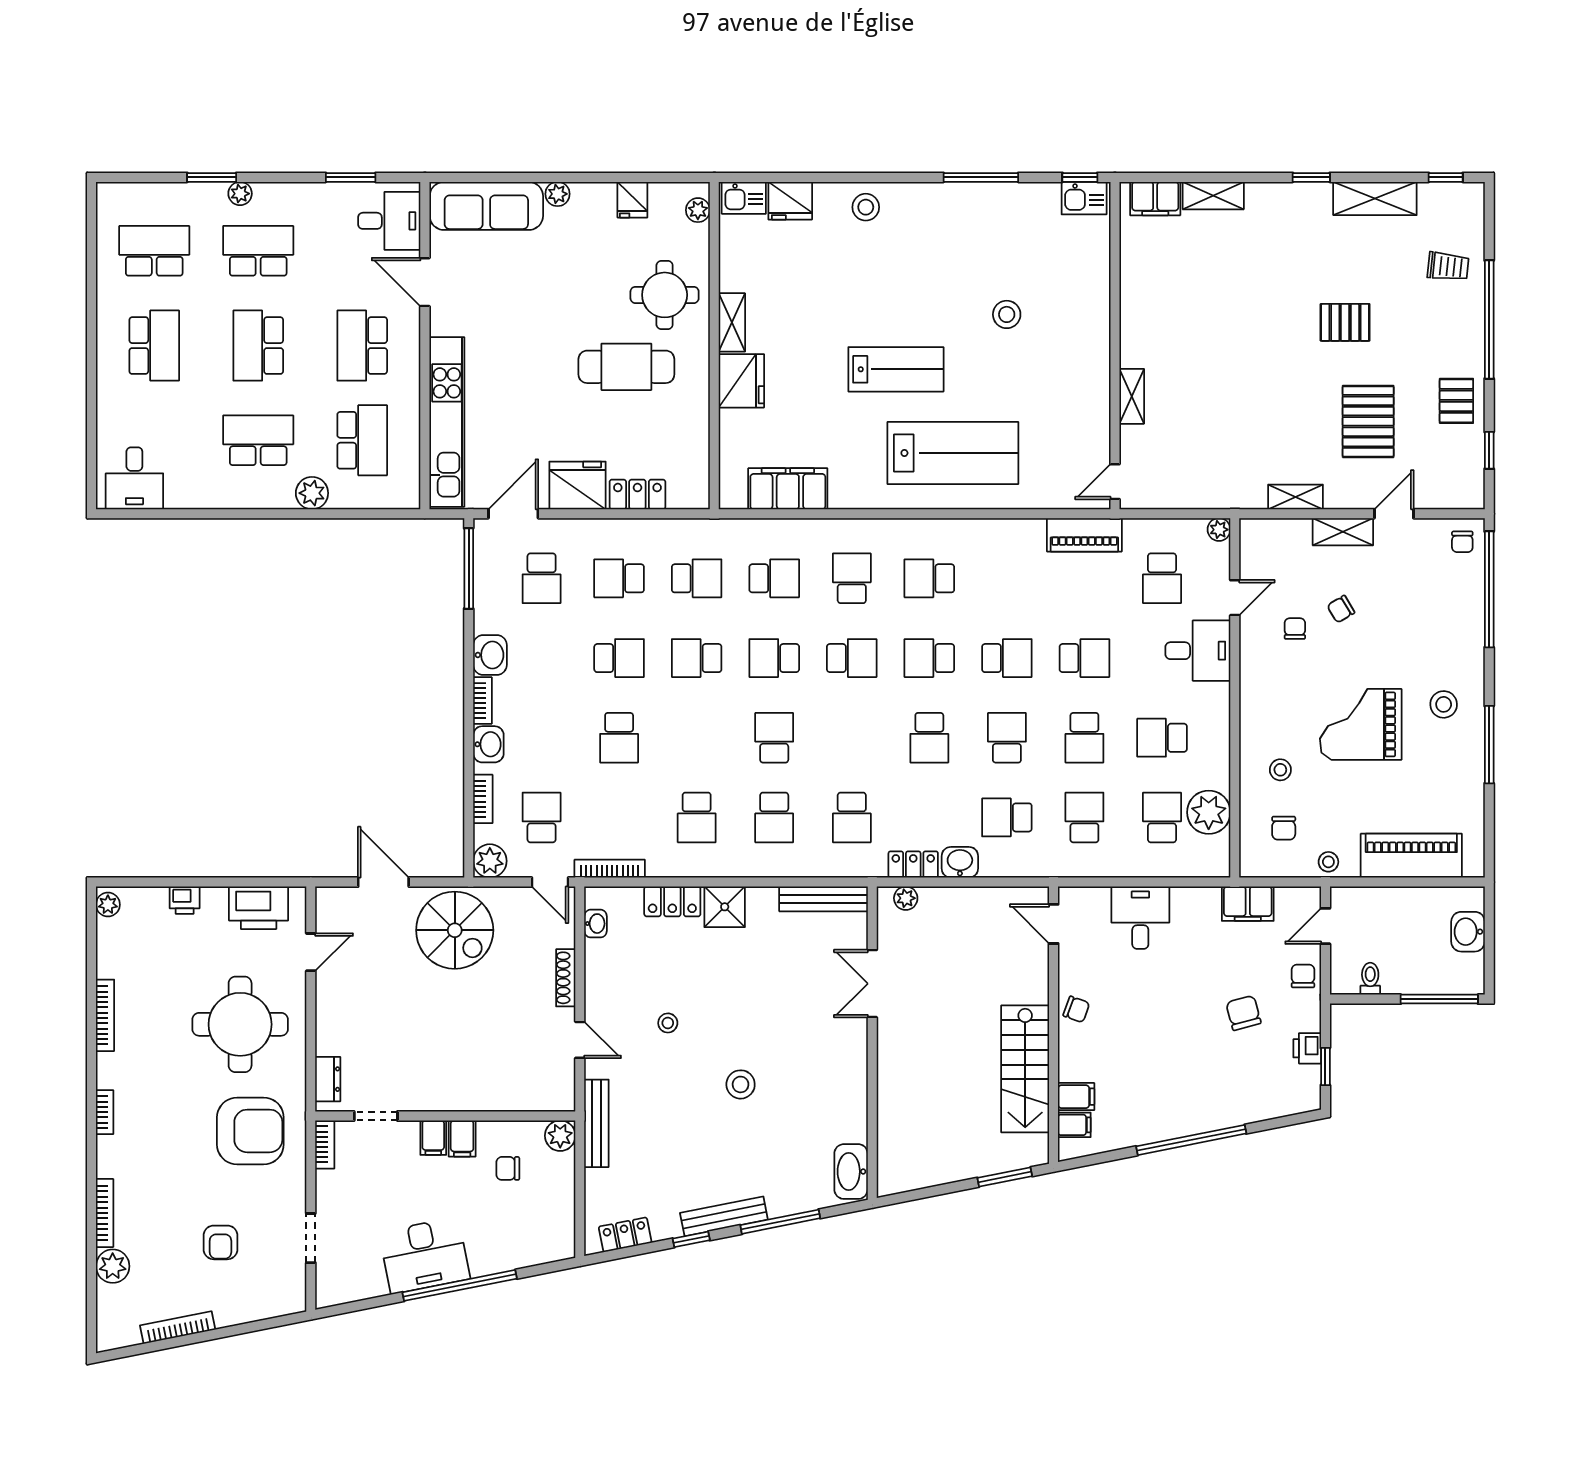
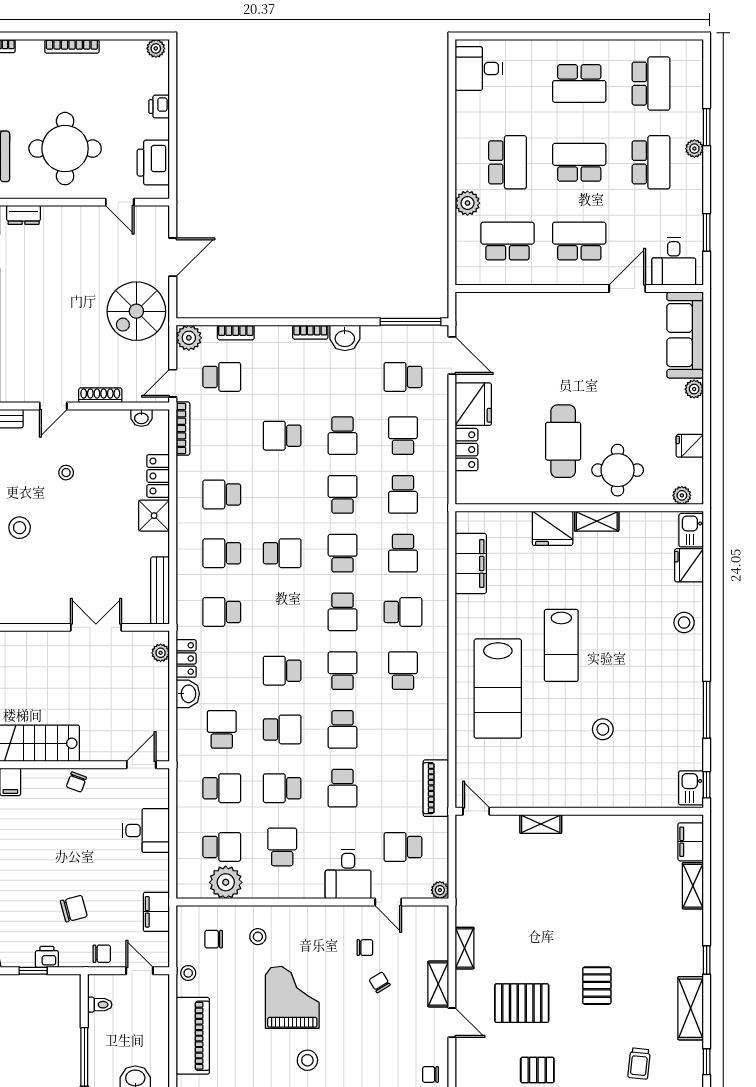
kitchen unit: (447, 422) -> (521, 305), removed
school desk: (362, 440) -> (507, 241), turned 180
washbasin: (488, 744) -> (277, 337), removed

